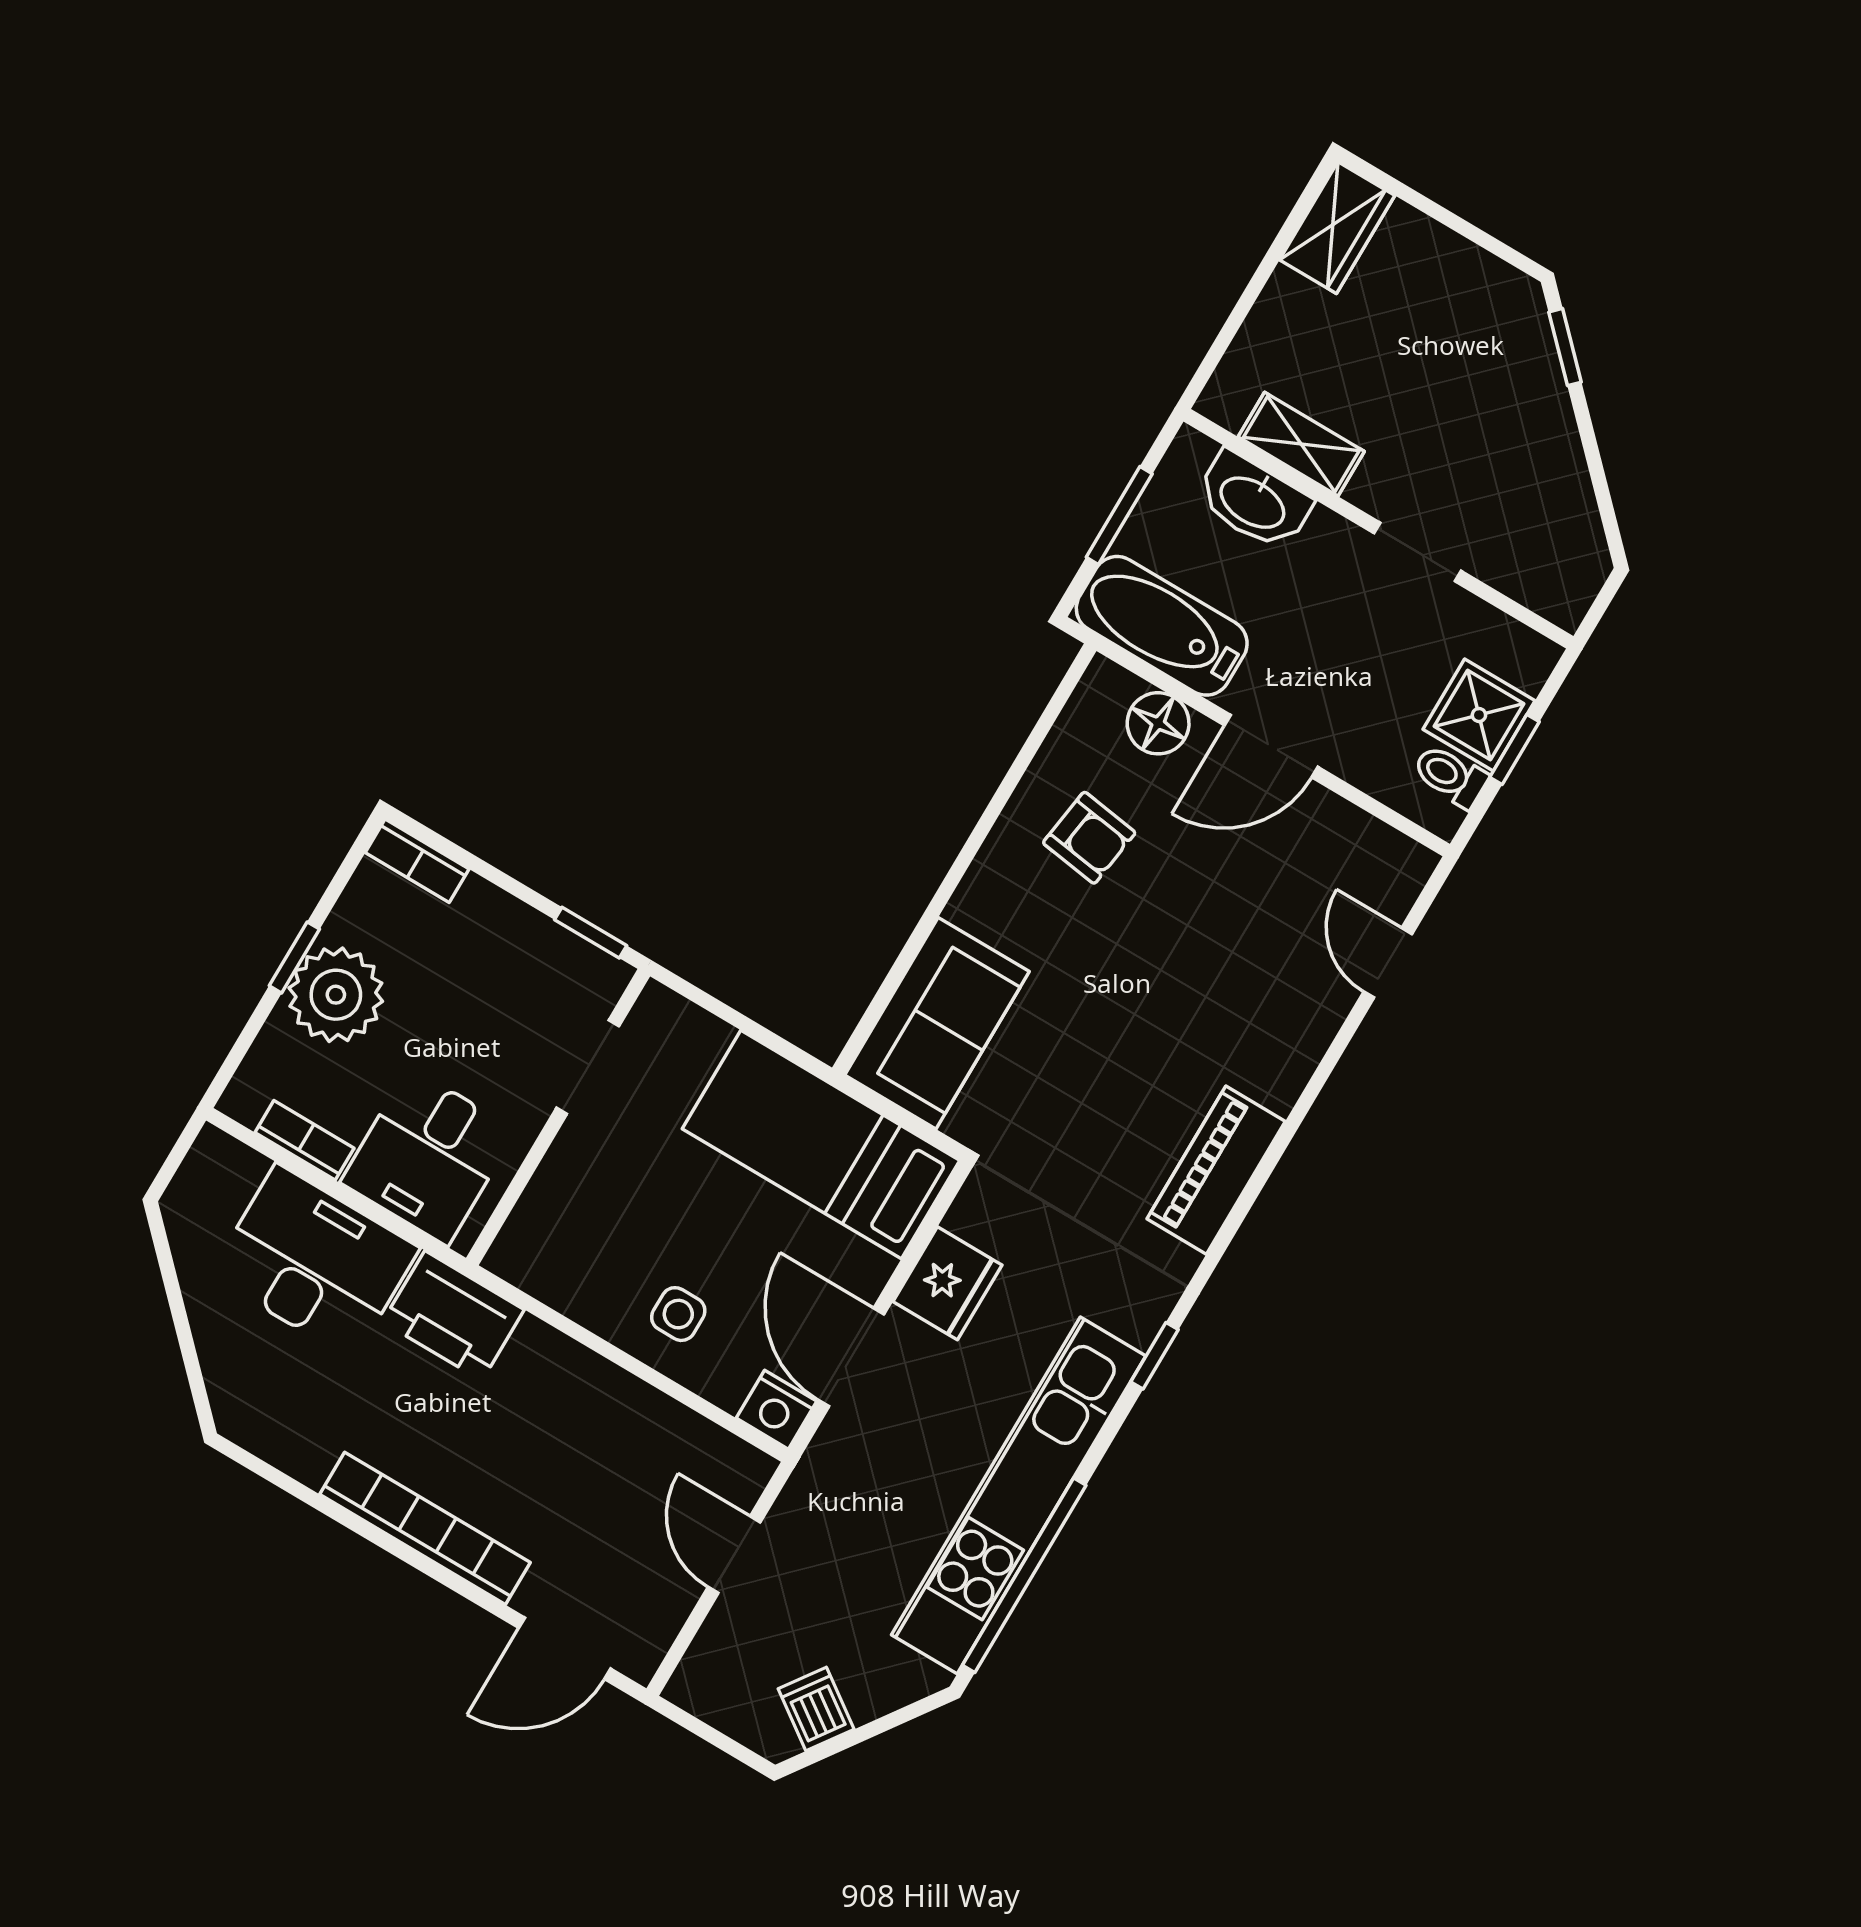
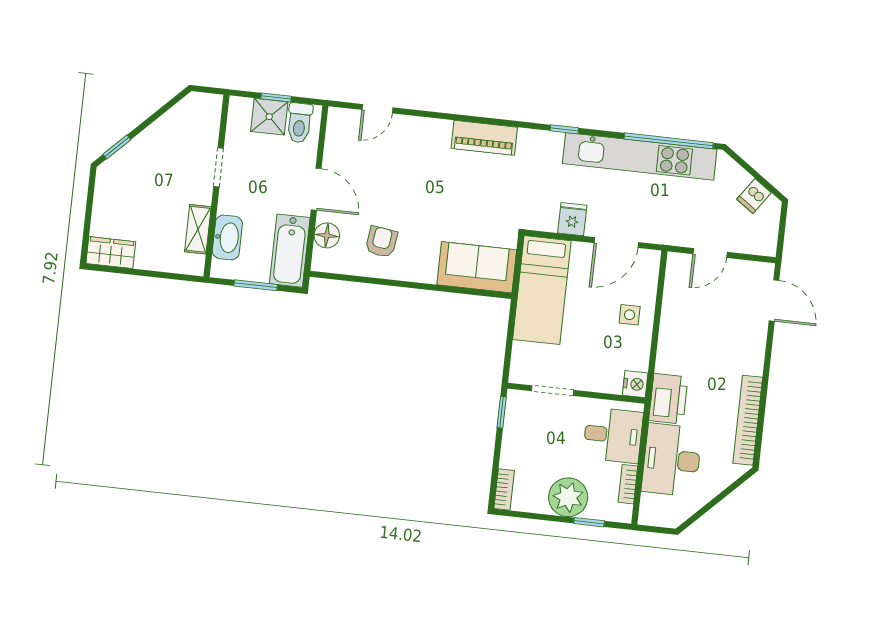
toilet: (1450, 776) -> (299, 123), width x1.37, depth x1.39
window: (294, 957) -> (589, 522), moved
fridge: (947, 1283) -> (572, 219), width x0.72
nightstand: (776, 1410) -> (635, 384), moved
bookcase: (425, 1528) -> (748, 420), moved

